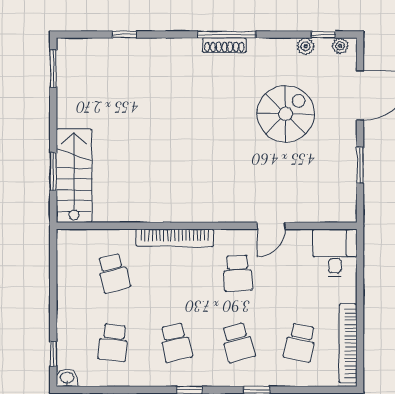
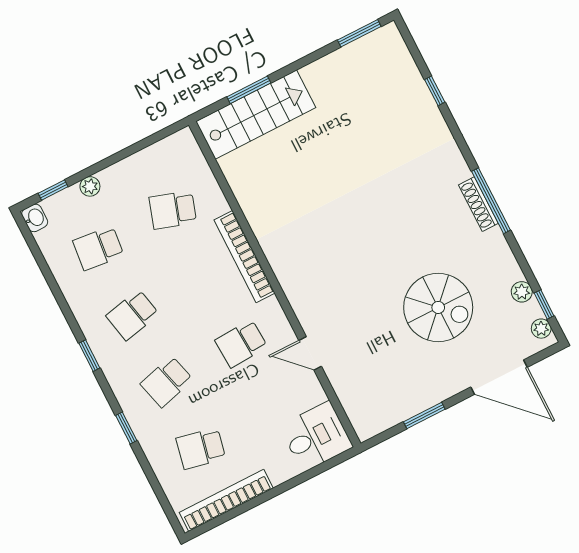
school desk: (113, 273) -> (173, 210), turned 33
plant: (65, 325) -> (90, 186), added

